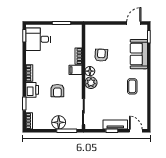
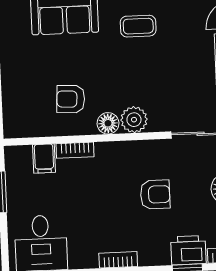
filing cabinet: (75, 70) -> (44, 158), moved
printer: (32, 90) -> (188, 250), moved

